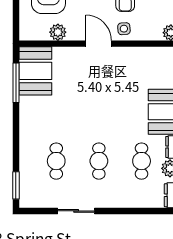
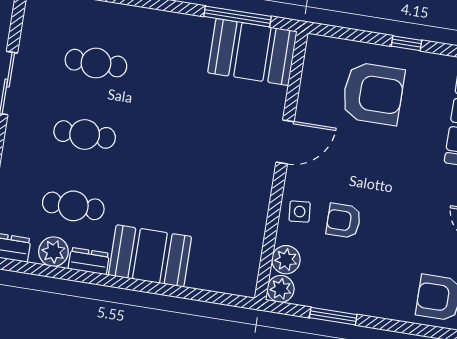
plant: (58, 32) -> (286, 260), moved
door: (99, 44) -> (285, 142), moved

